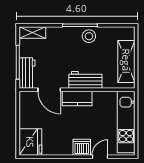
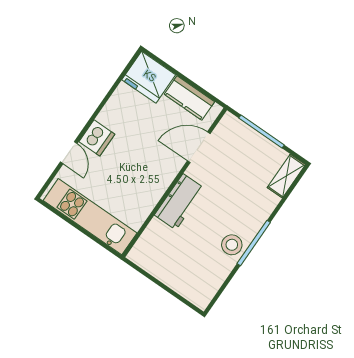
shelving: (126, 61) -> (167, 270), removed
workbench: (27, 73) -> (240, 134), removed
kitchen counter: (77, 98) -> (189, 98), moved, turned -90

